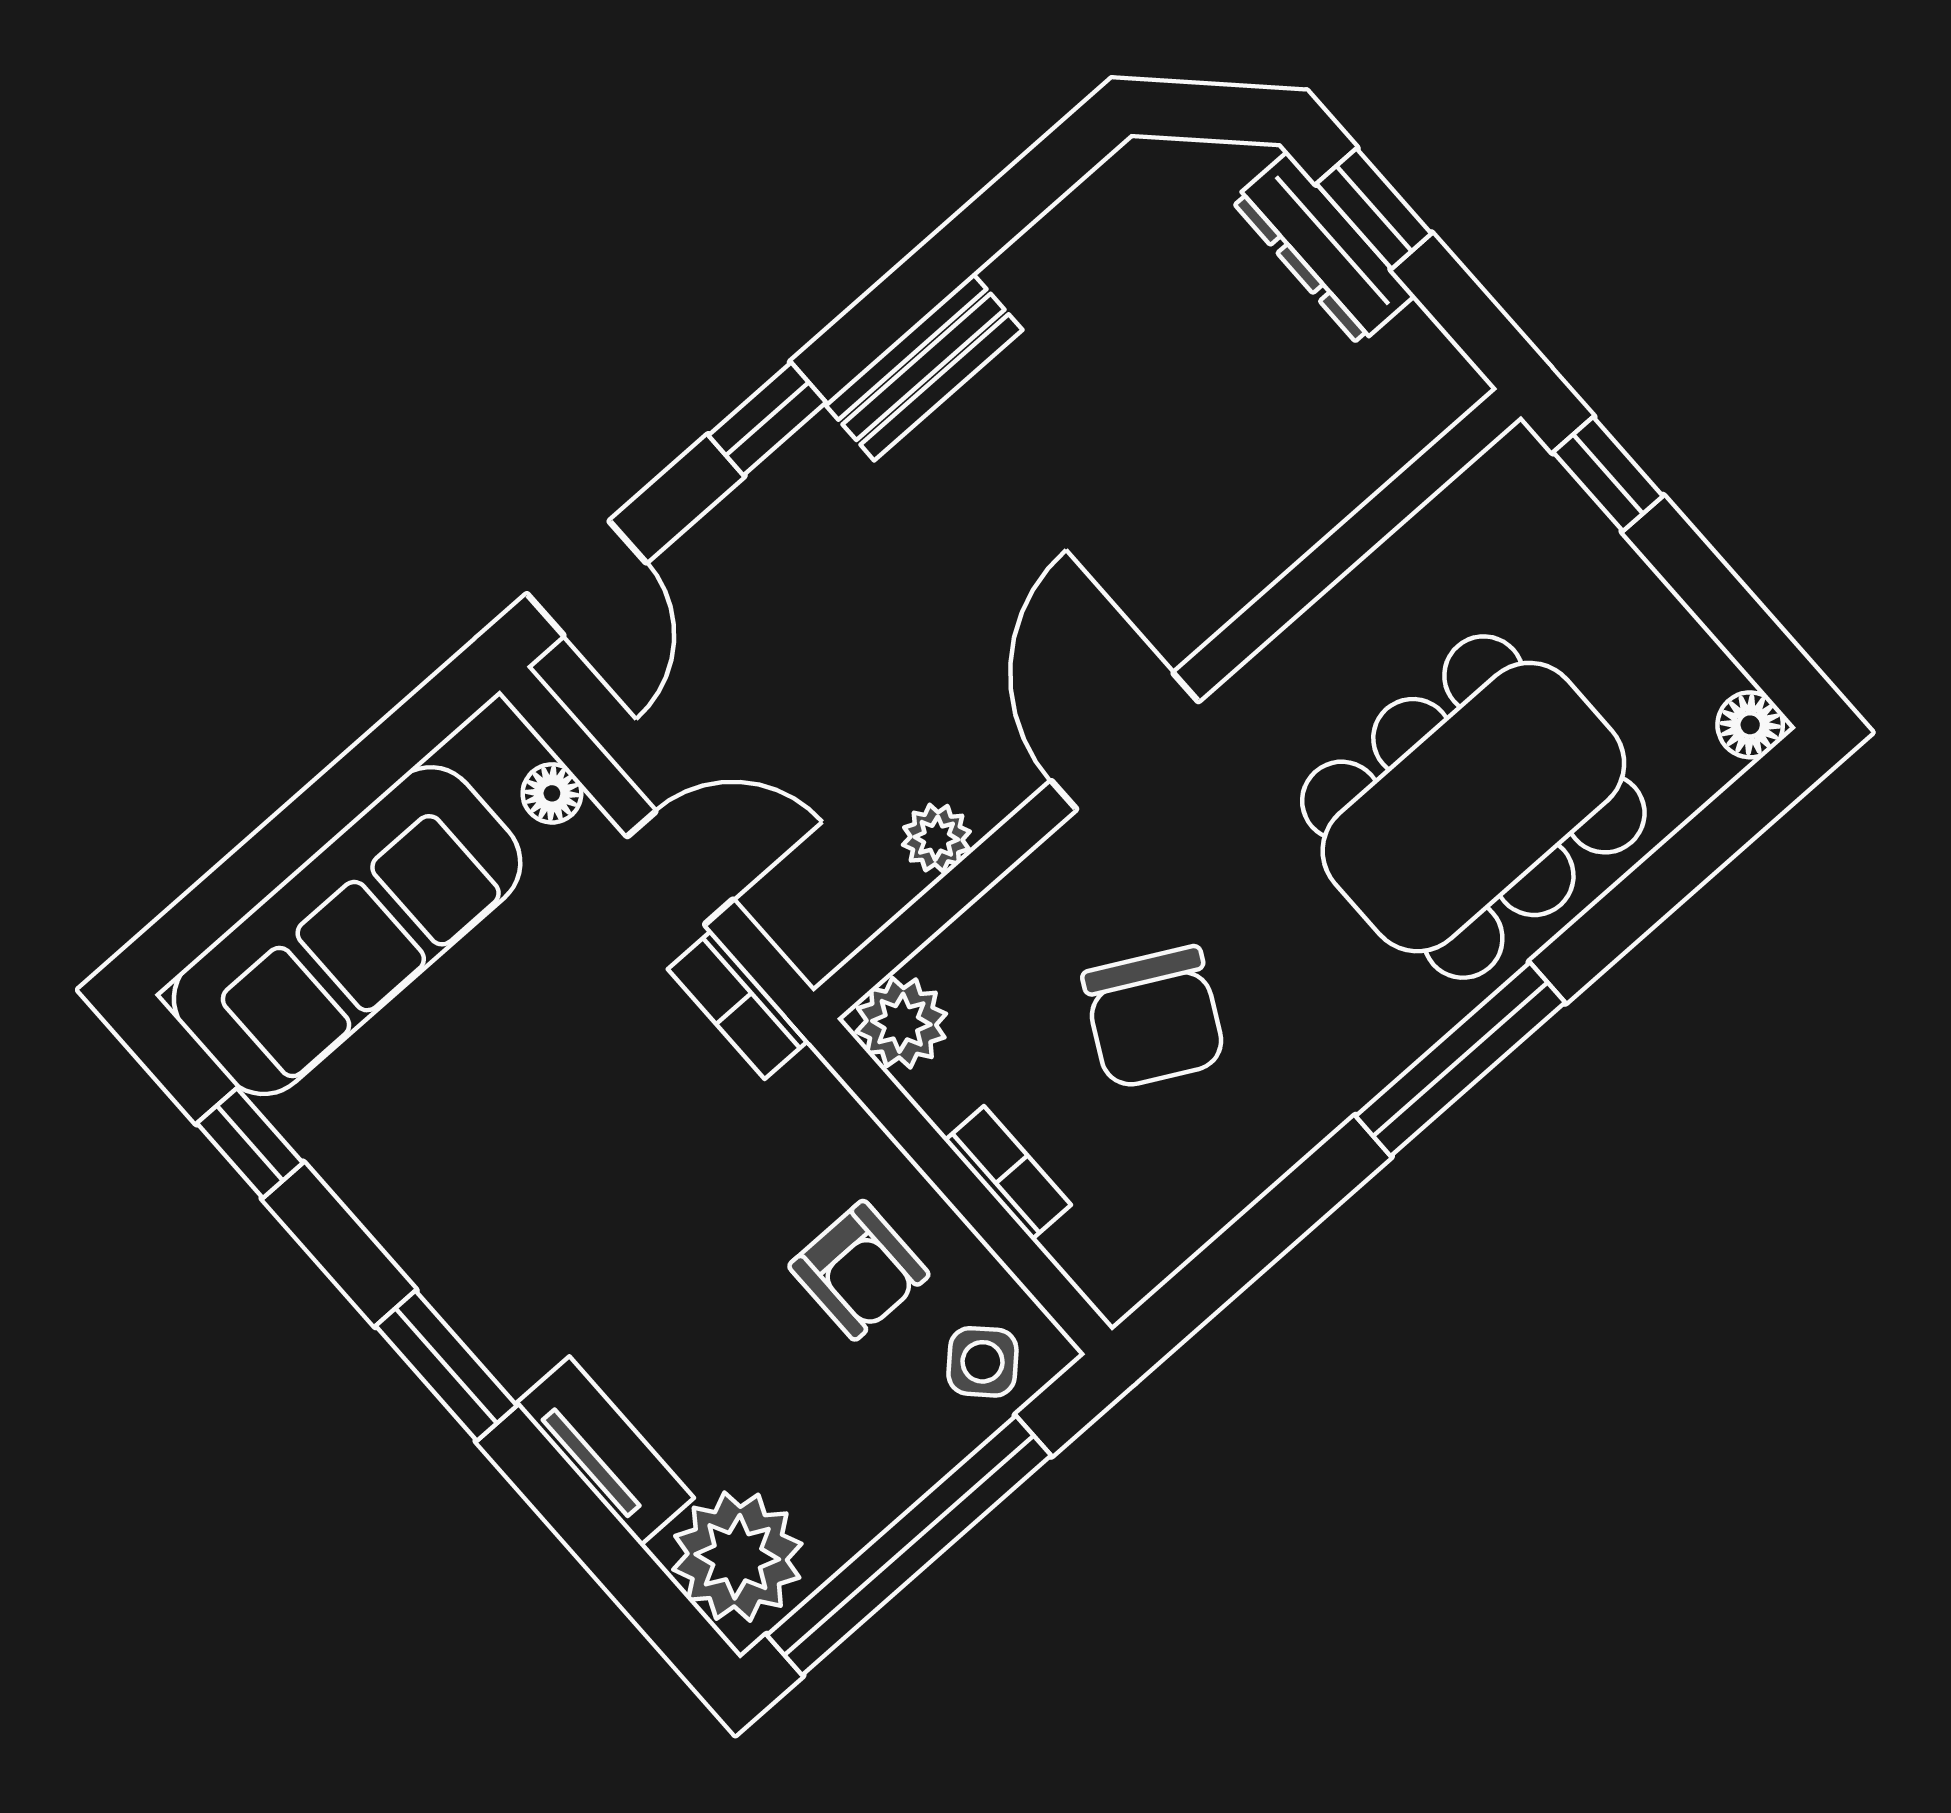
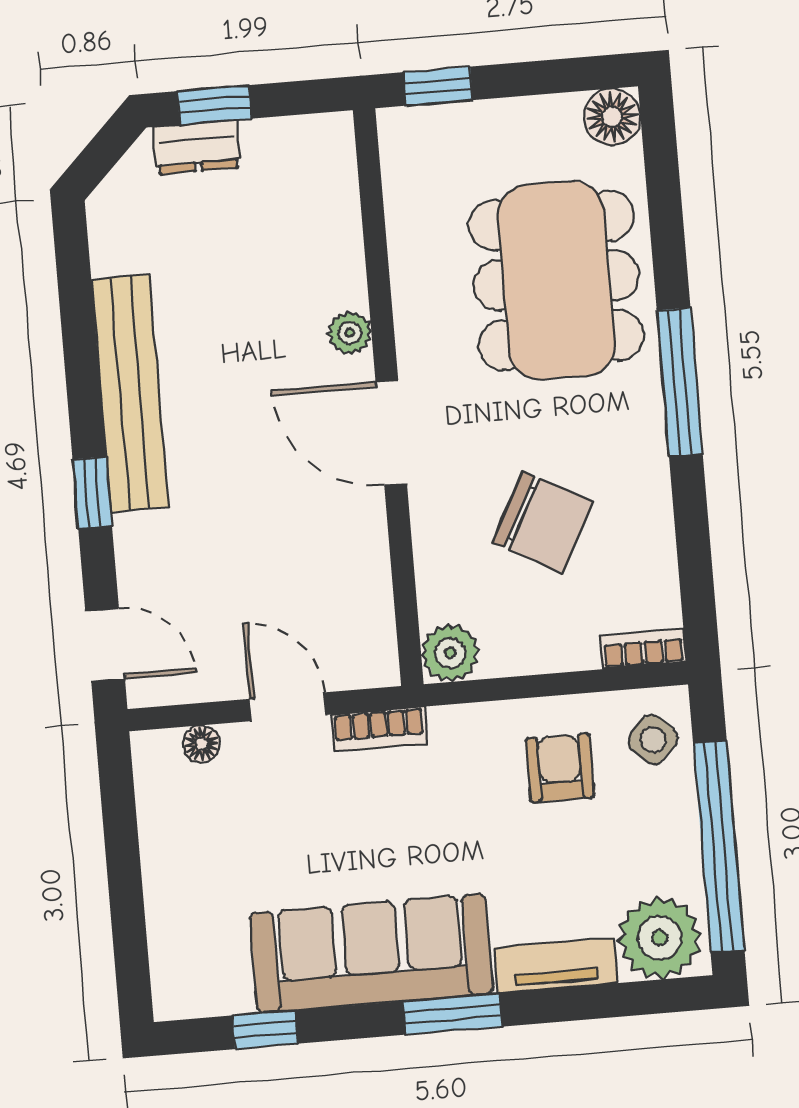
dresser: (1323, 248) -> (197, 147), width x0.70
bench: (923, 367) -> (130, 393), width x1.86, depth x1.21
floor lamp: (1750, 725) -> (612, 117), width x1.37, depth x1.37
plant: (936, 838) -> (350, 333), moved
door: (680, 868) -> (288, 707), hinge flipped
sofa: (347, 931) -> (371, 953), moved, turned -90
bookcase: (1008, 1173) -> (643, 649), moved
armchair: (859, 1270) -> (560, 768), turned -90

